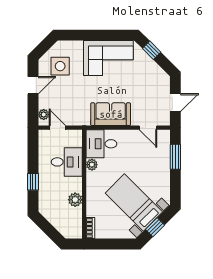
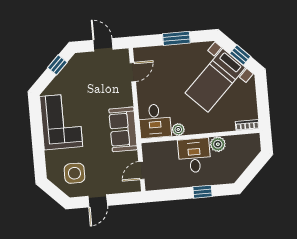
window: (152, 50) -> (57, 65), moved
door: (33, 85) -> (98, 201), swing flipped
sofa: (111, 114) -> (123, 129), moved
plant: (44, 115) -> (129, 186), removed
window: (175, 157) -> (176, 38), moved
desk: (67, 162) -> (194, 155), moved

